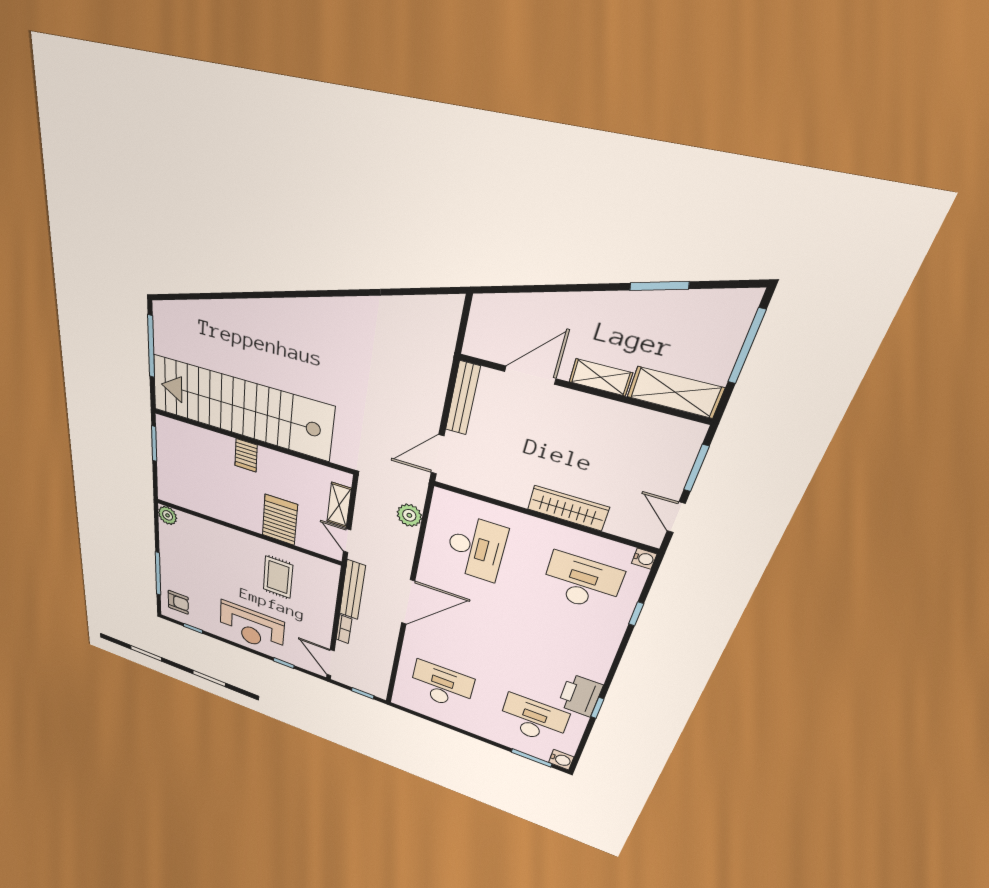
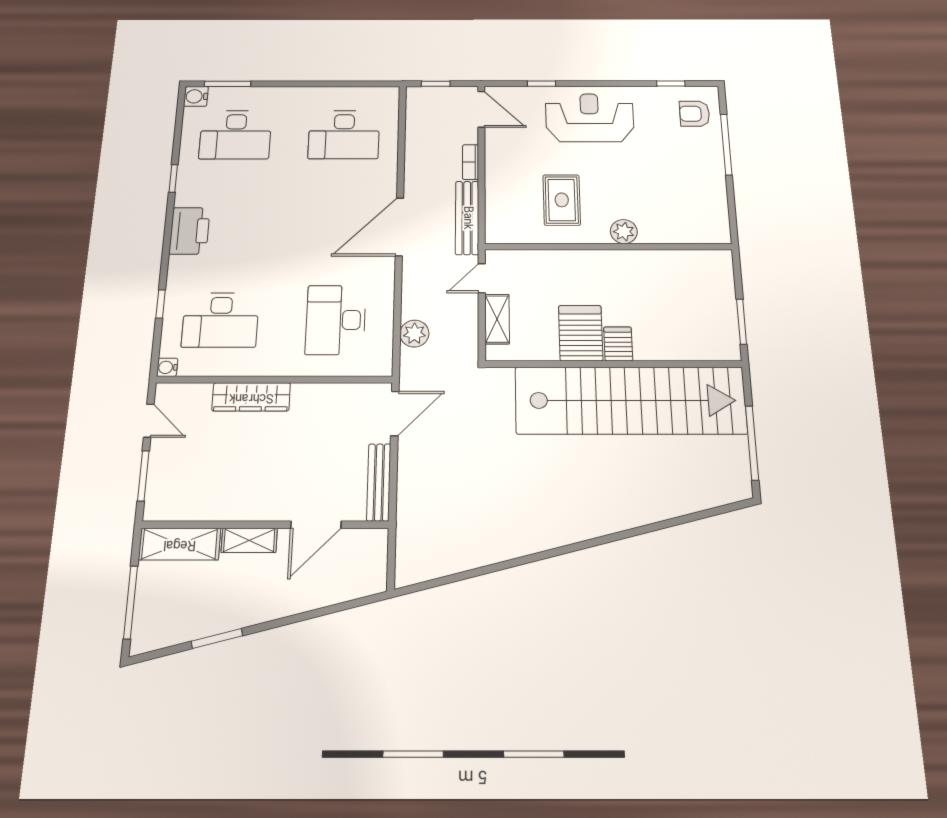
plant: (168, 515) -> (624, 232), moved
server rack: (280, 520) -> (581, 333), moved, turned 180
door: (347, 541) -> (482, 278), swing flipped
printer: (580, 695) -> (190, 231), moved

